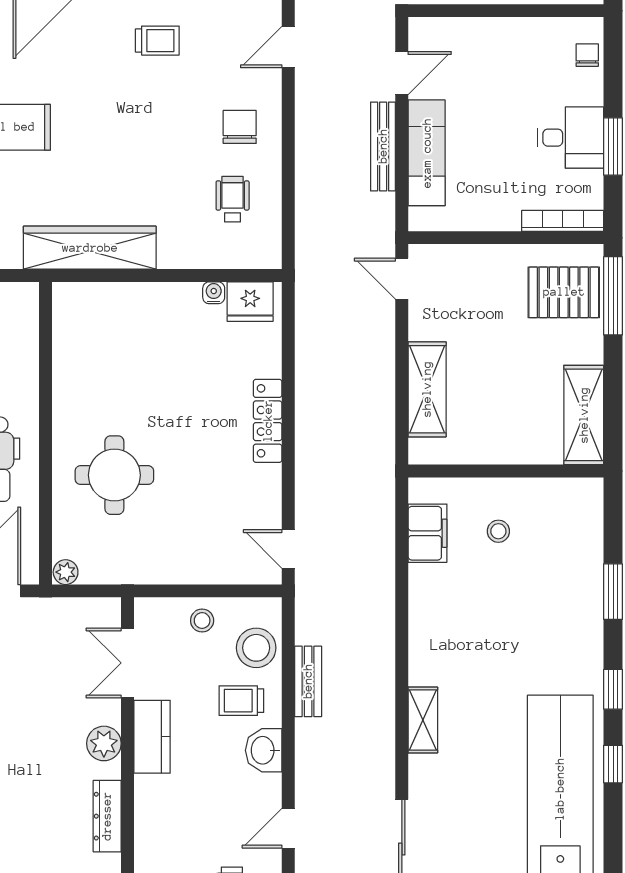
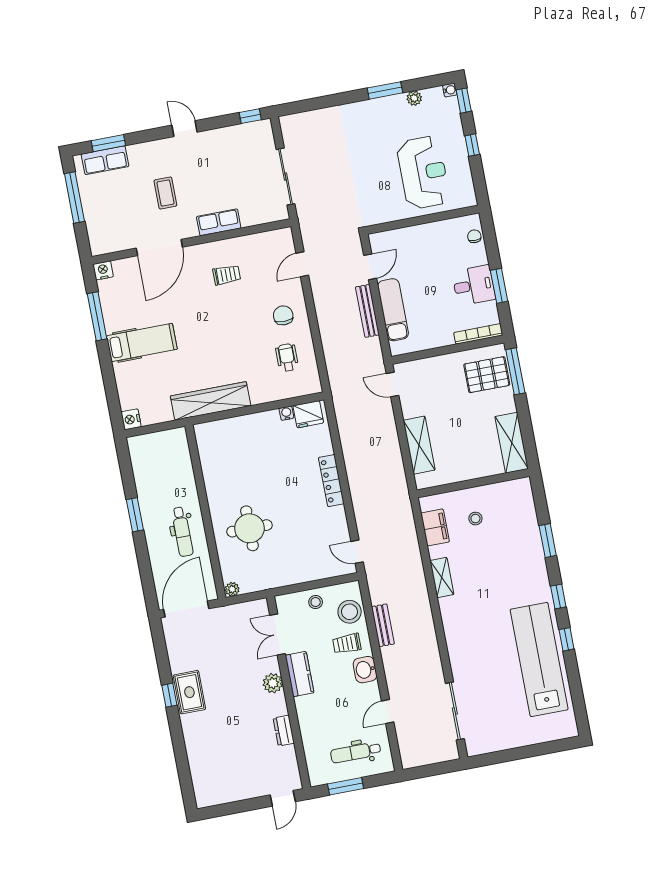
shelving: (423, 720) -> (442, 577), moved
dresser: (107, 816) -> (284, 731), width x0.70

